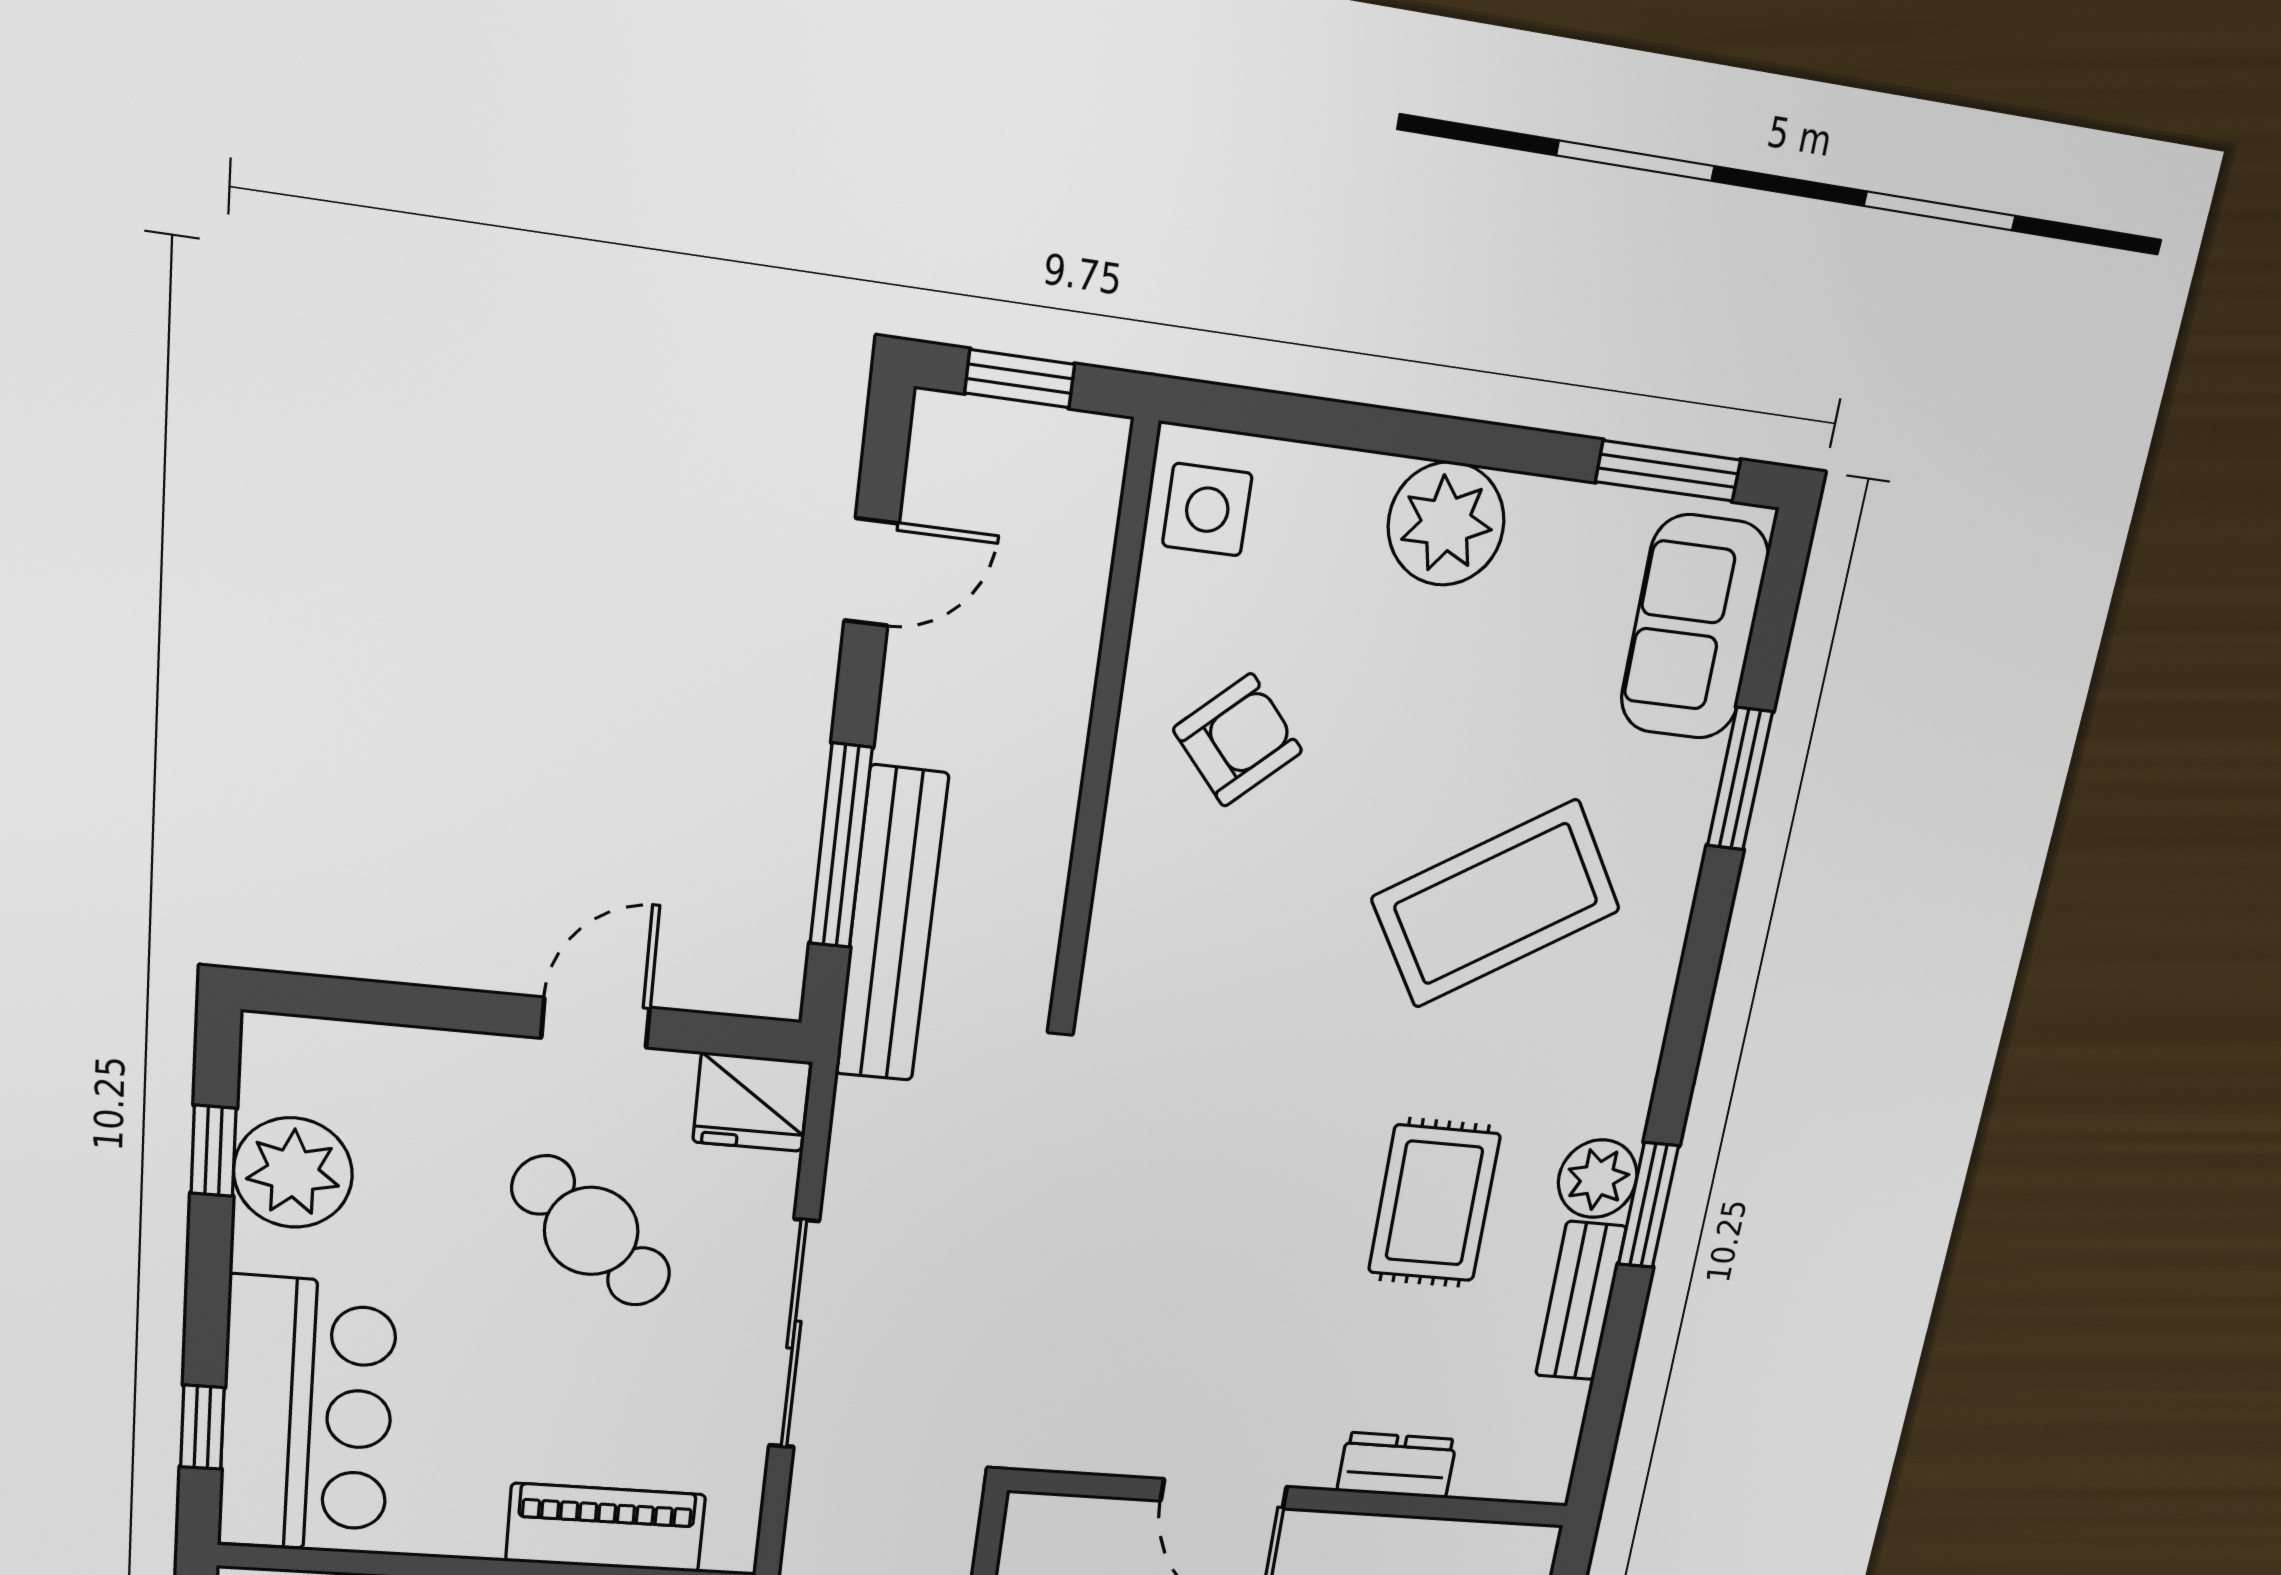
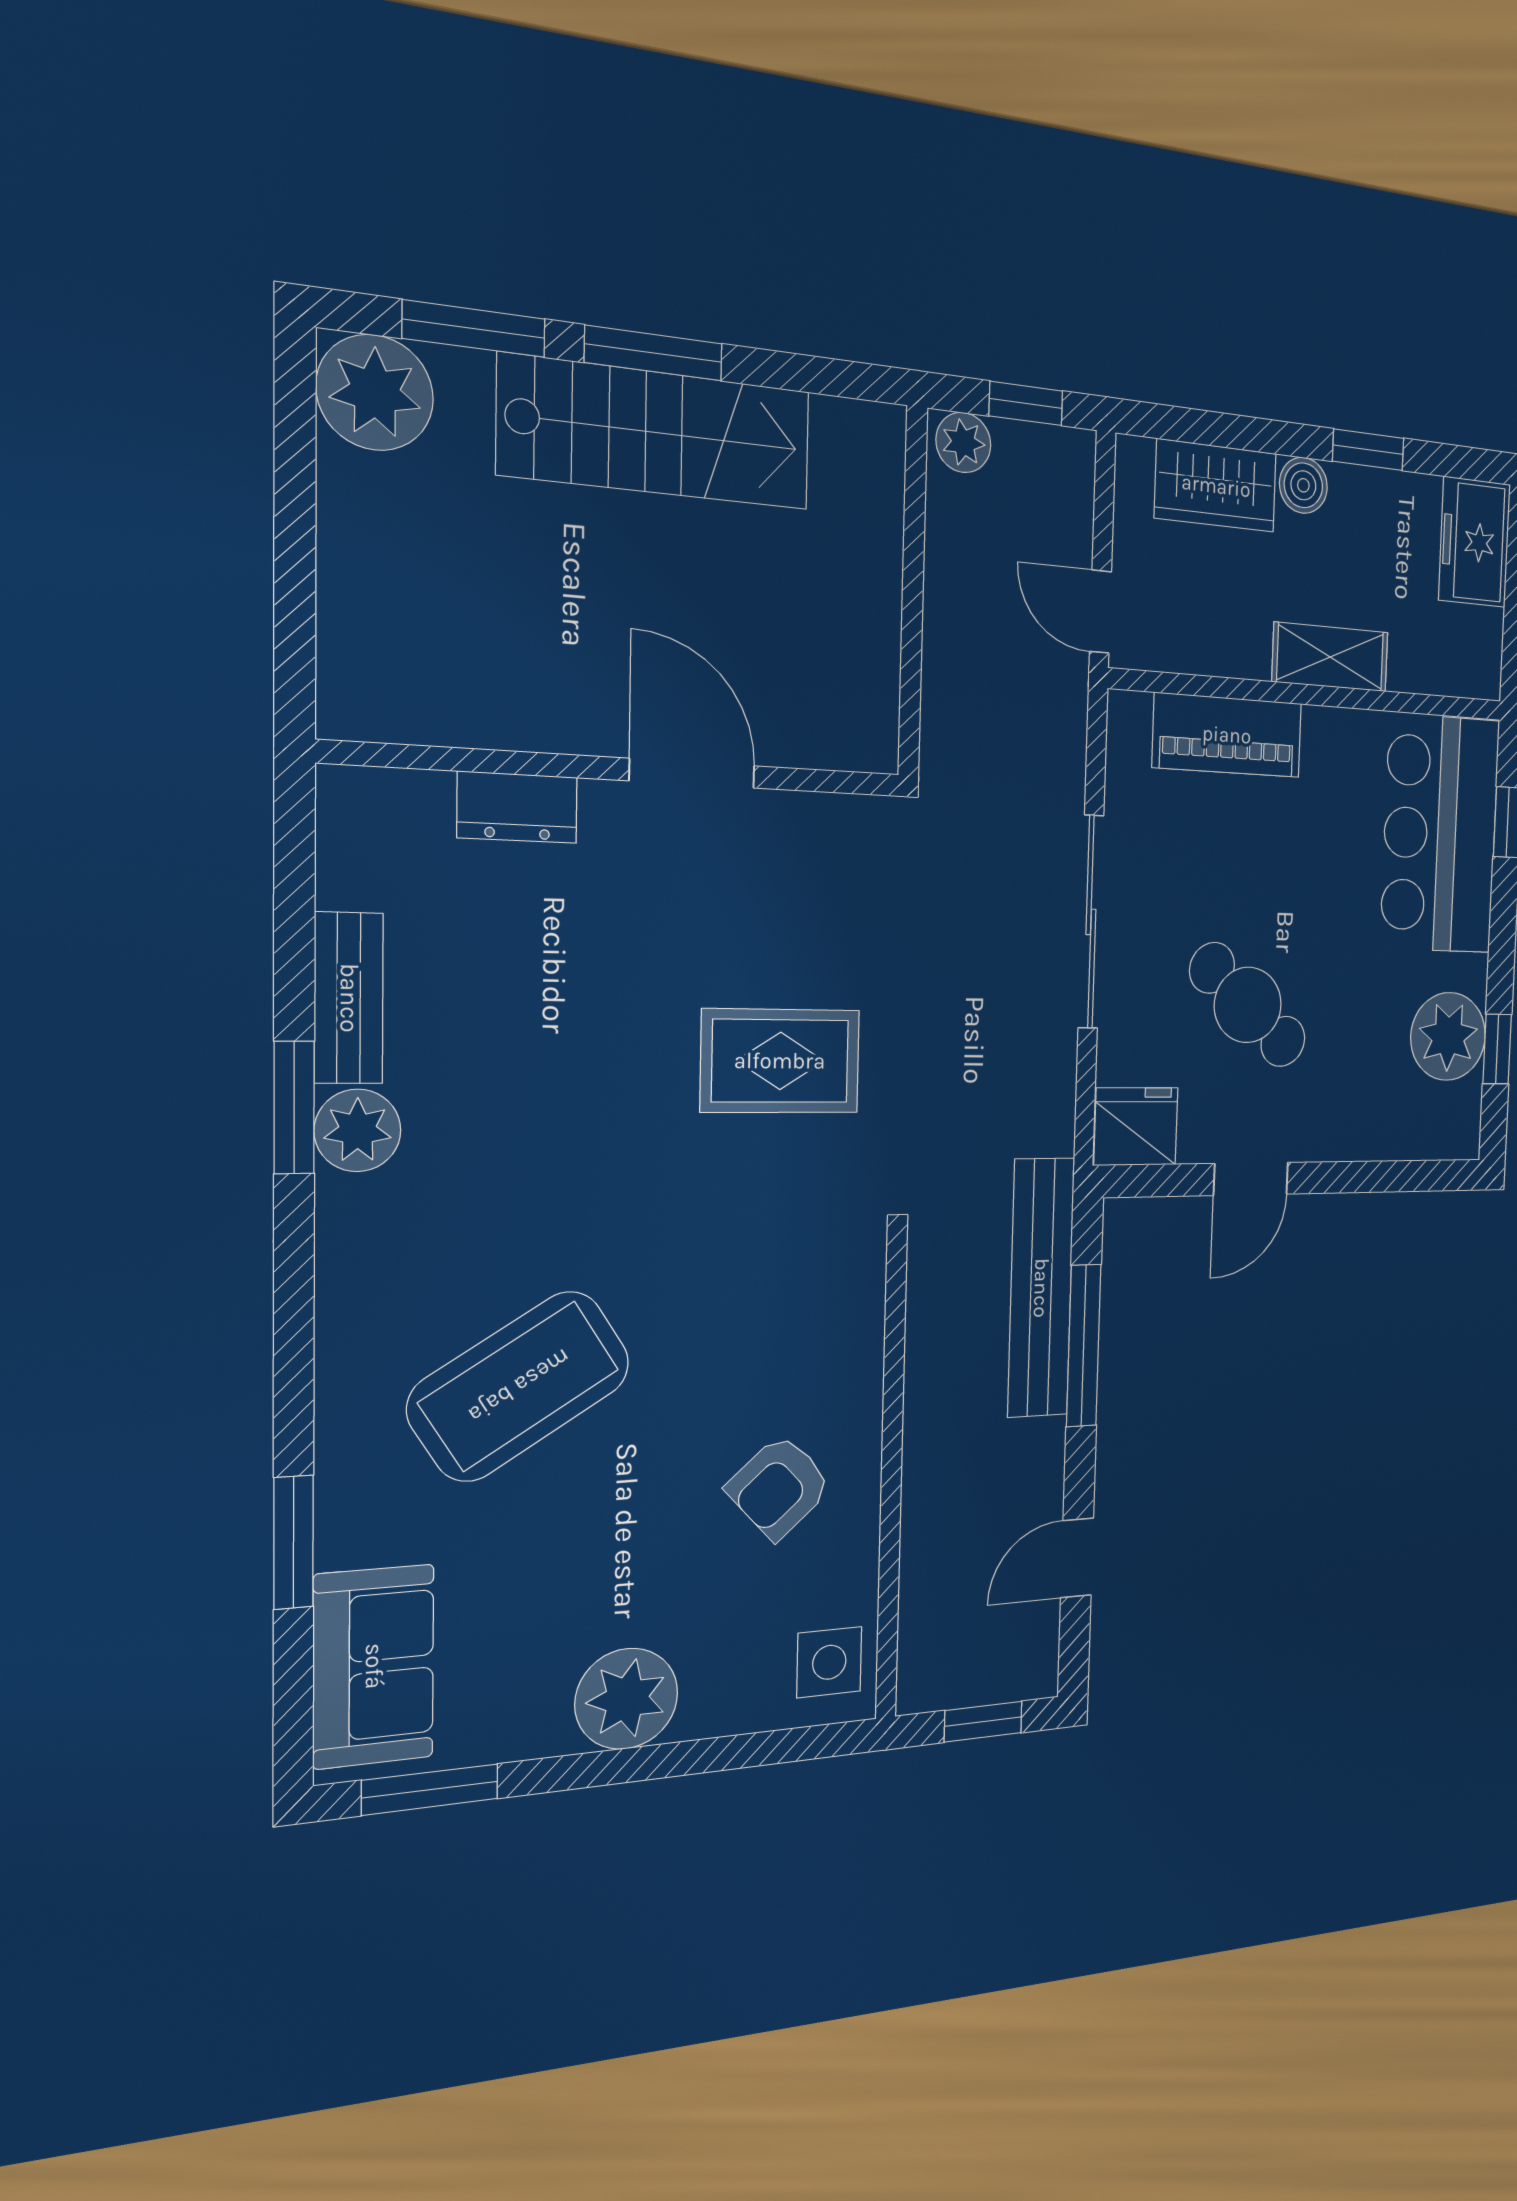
rug: (1434, 1203) -> (780, 1061), moved, turned 90

